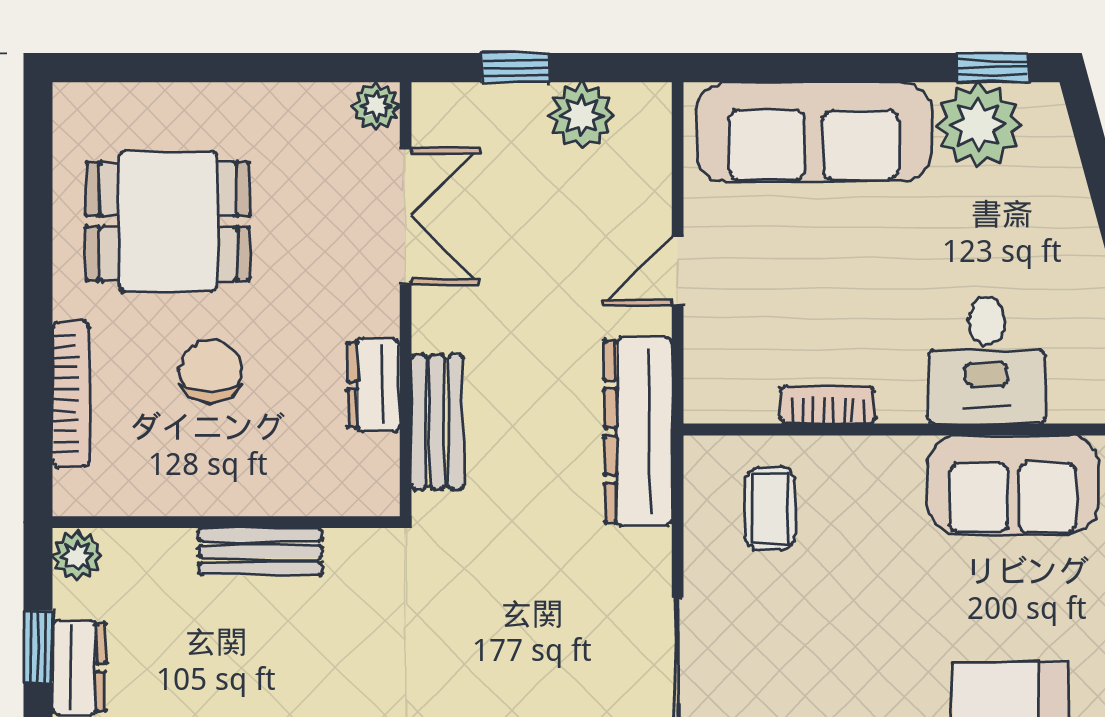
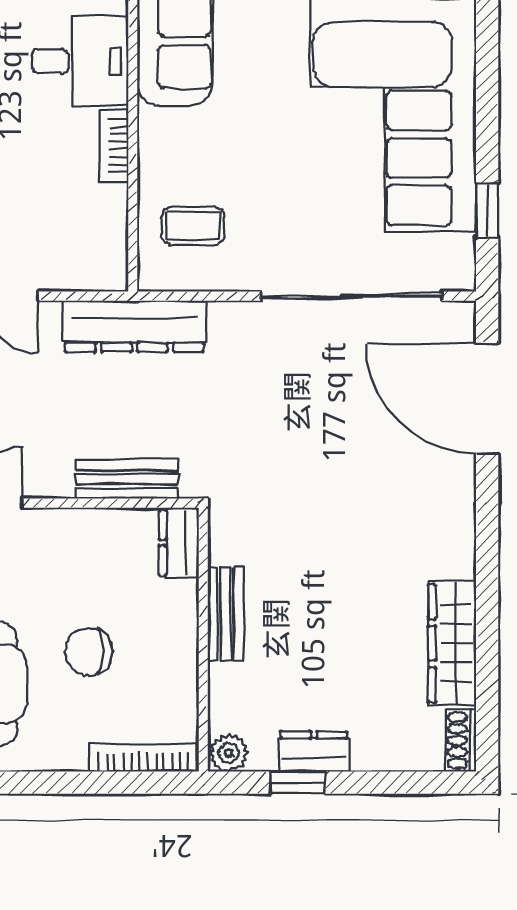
dresser: (374, 385) -> (179, 543), moved, turned 90
bookcase: (71, 394) -> (144, 758), moved
bookcase: (828, 405) -> (114, 145), moved

